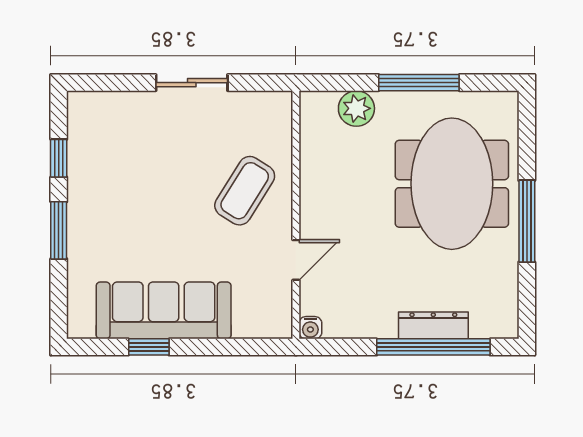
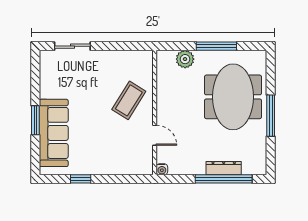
sliding door: (192, 83) -> (72, 46), moved
window: (59, 158) -> (35, 84), removed
door: (296, 260) -> (155, 135), hinge flipped
sofa: (164, 310) -> (54, 133), moved, turned 90

